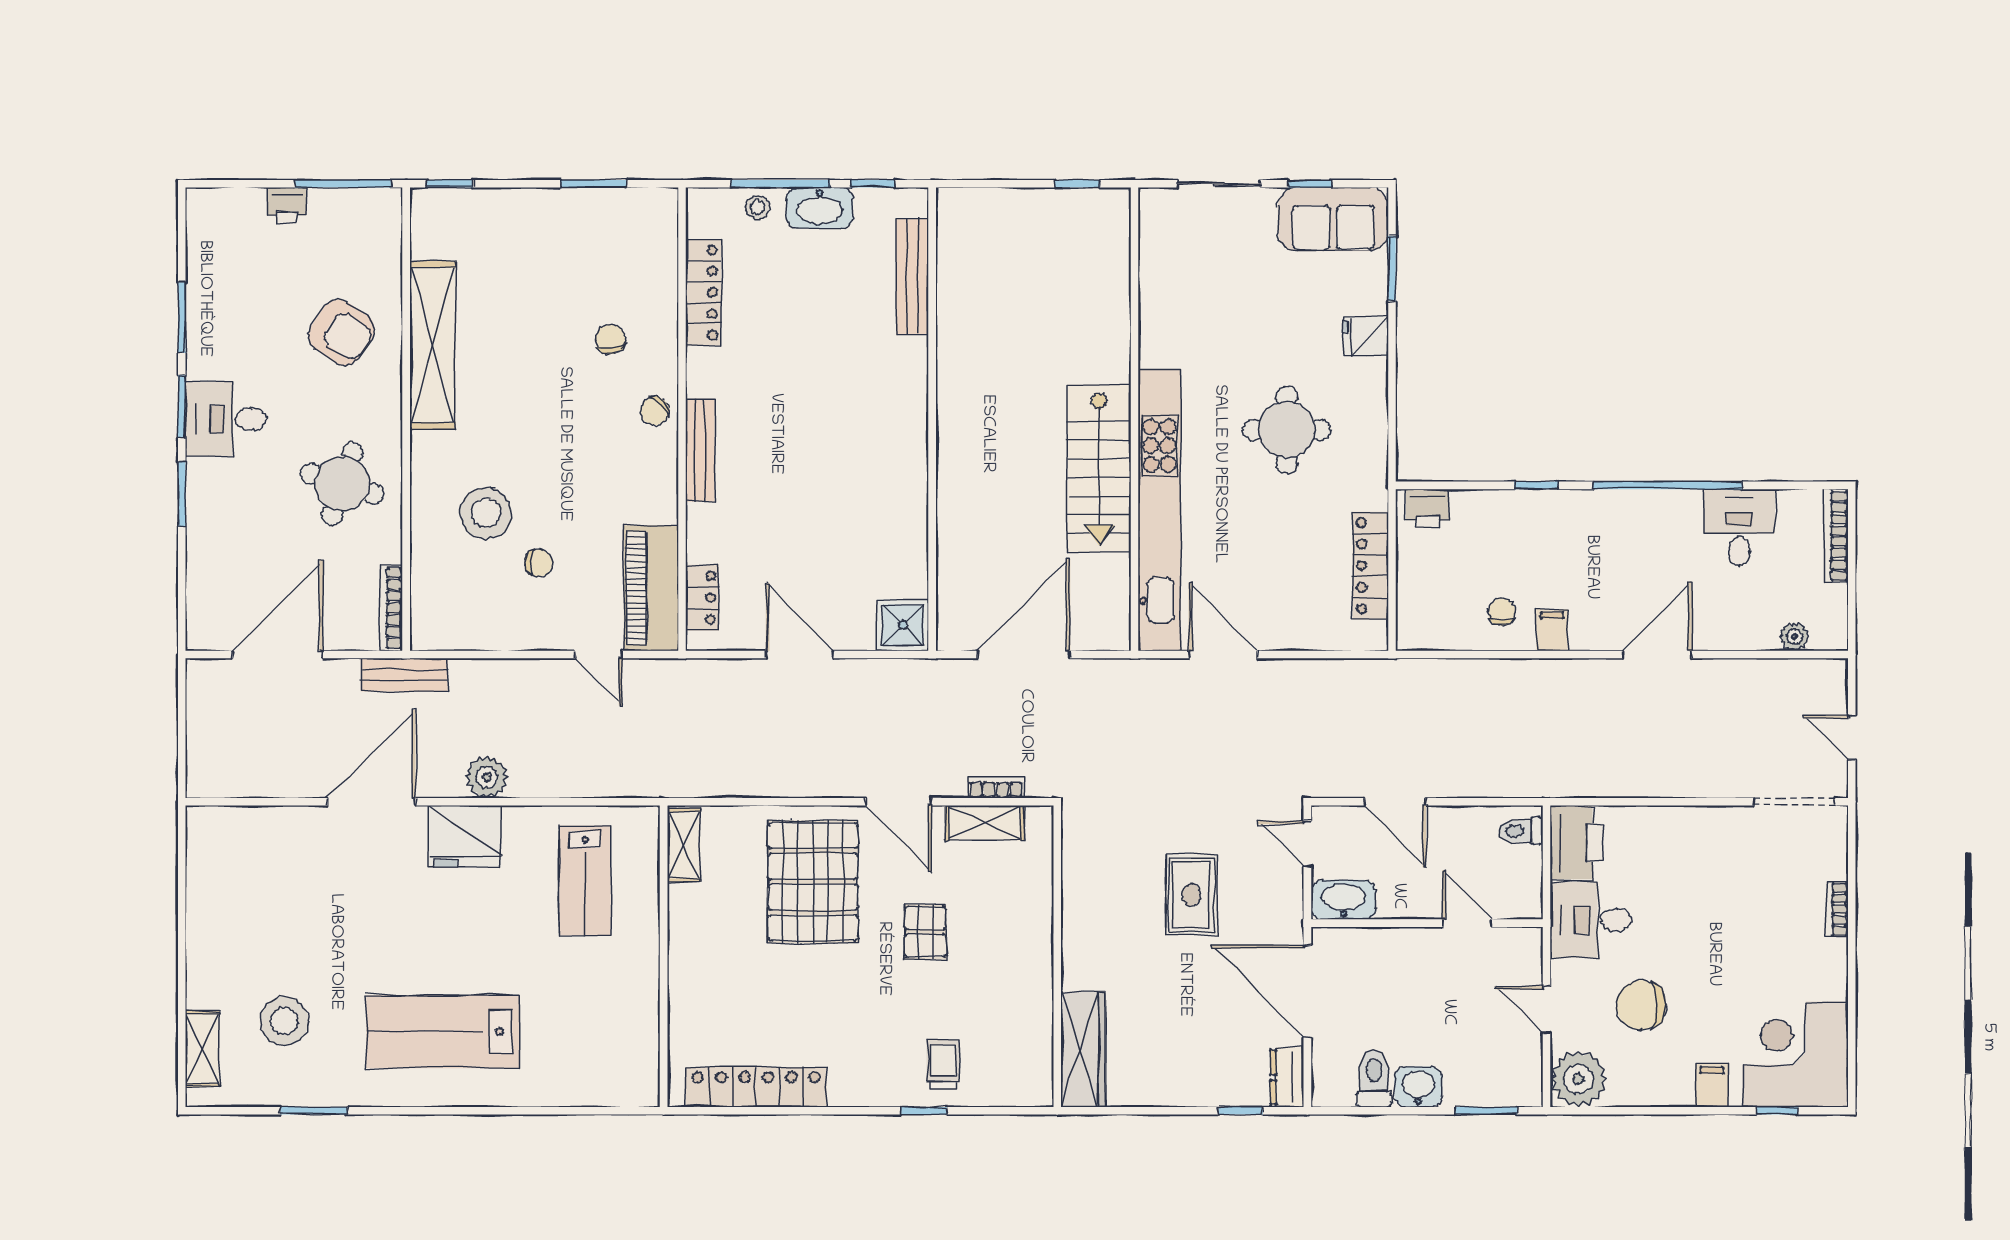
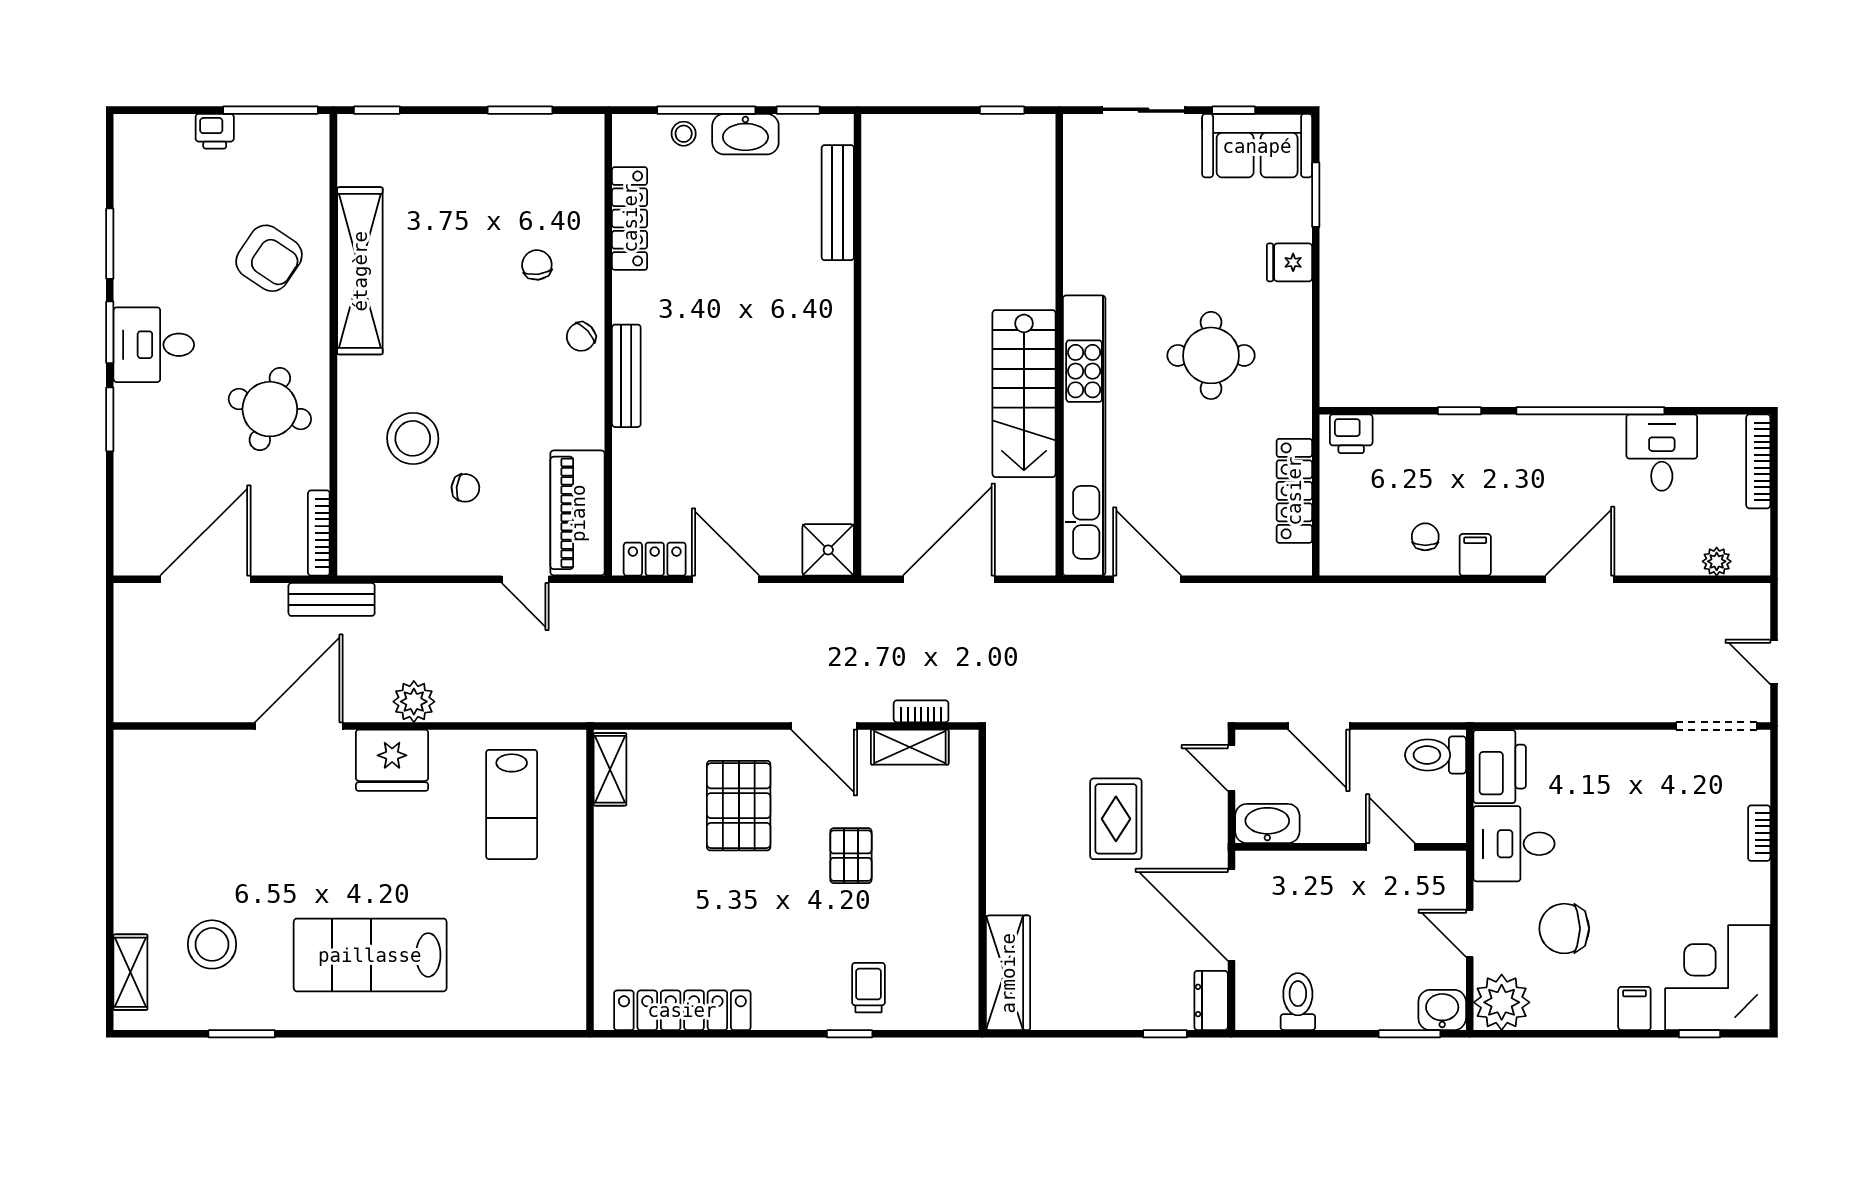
locker: (702, 598) -> (655, 559), moved, turned -90
toilet: (1521, 831) -> (1436, 755), width x1.37, depth x1.39
pallet: (813, 882) -> (739, 806), width x0.73, depth x0.71
washbasin: (1418, 1087) -> (1442, 1010), moved

